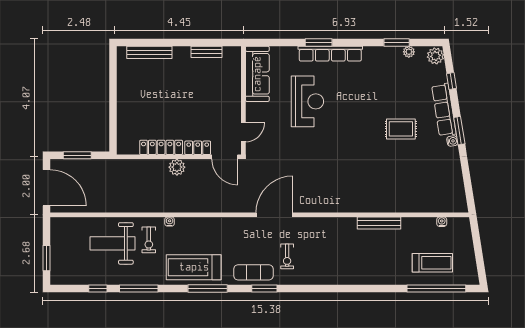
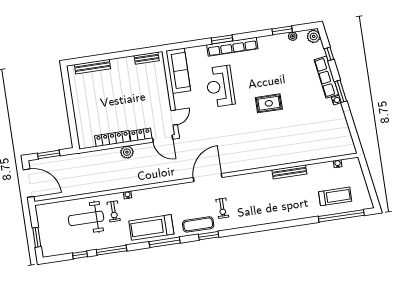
bench: (206, 52) -> (147, 58), moved
reception desk: (307, 101) -> (220, 86), turned 180
rug: (401, 129) -> (269, 103), moved

